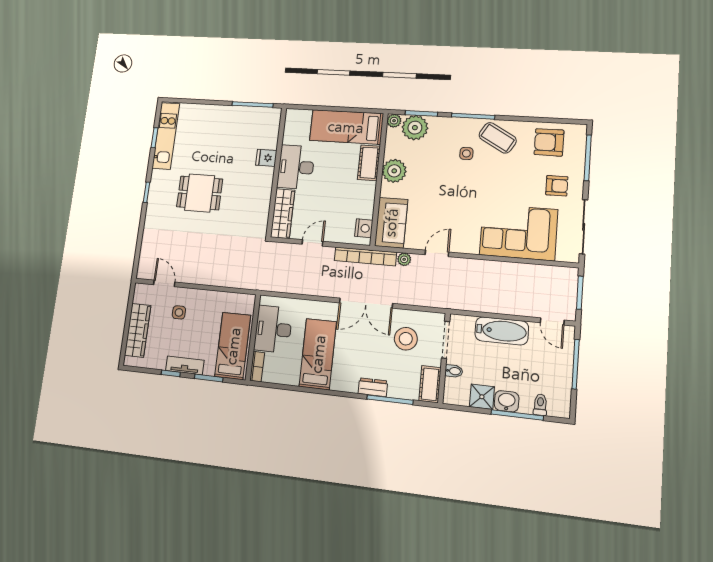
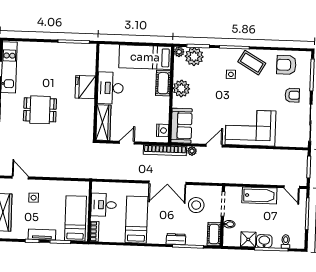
fridge: (266, 158) -> (85, 87), width x1.88, depth x1.34
corner sofa: (519, 232) -> (251, 128), moved
desk: (273, 329) -> (104, 205), width x0.73

